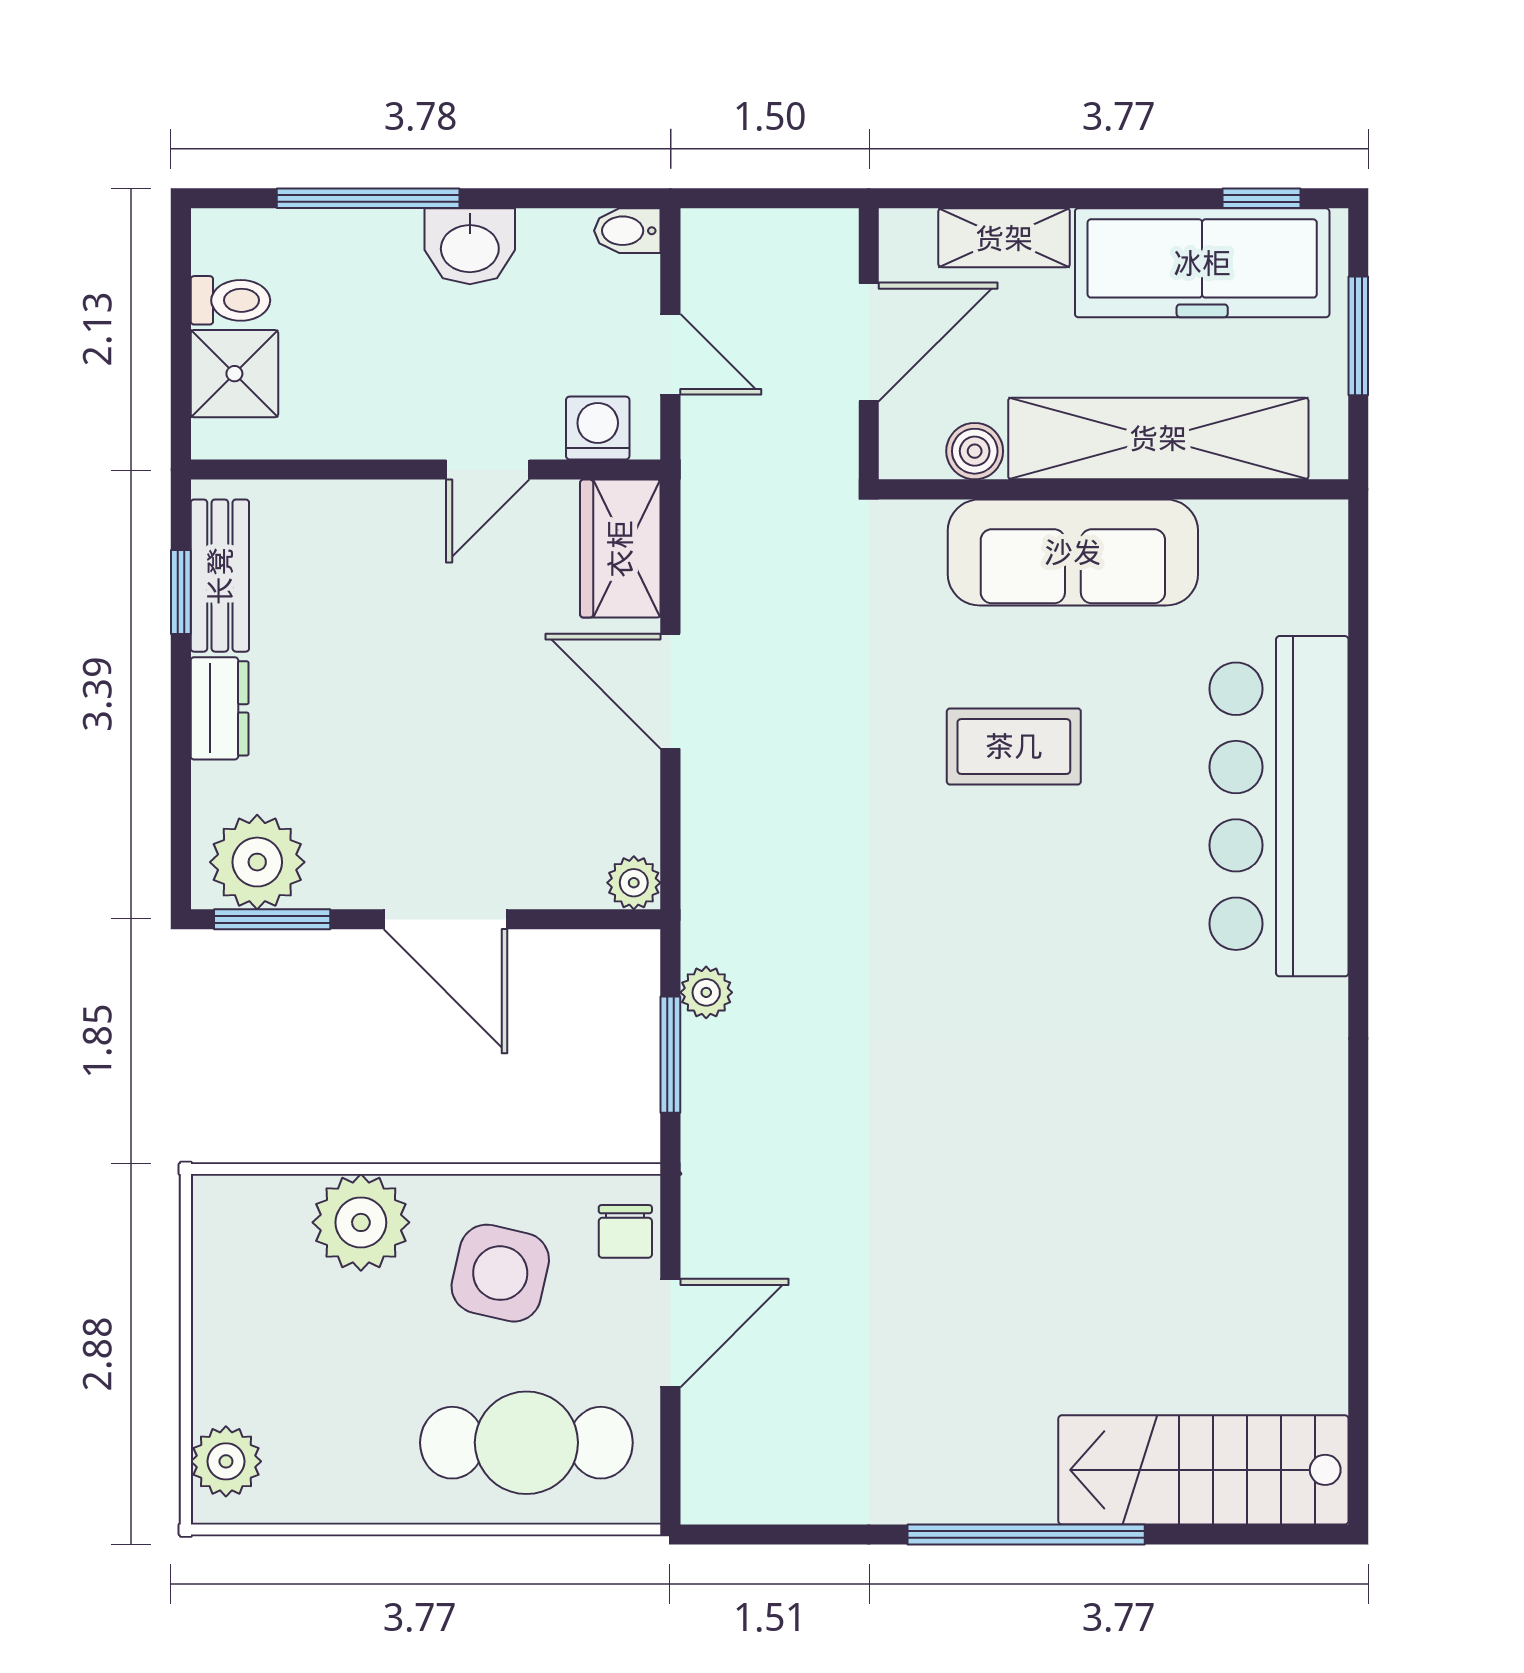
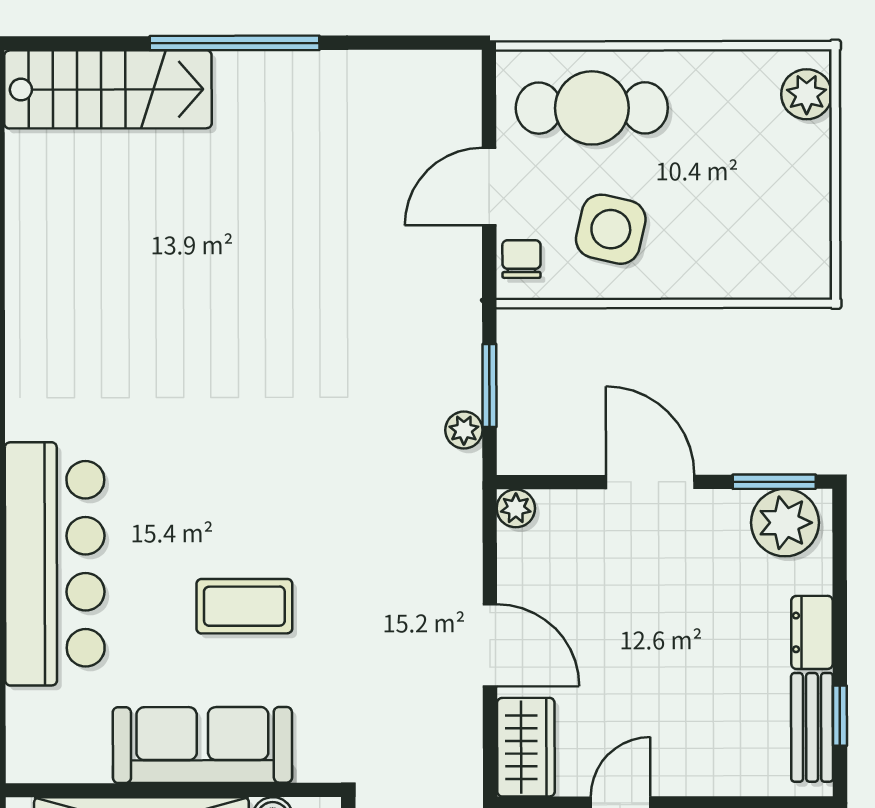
plant: (361, 1222) -> (710, 265), removed

